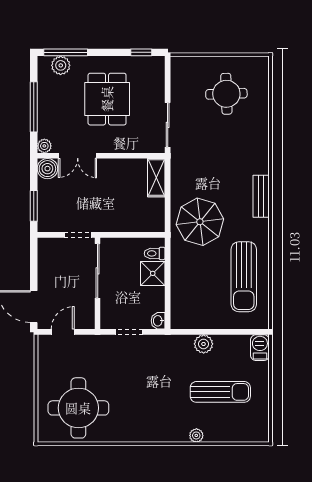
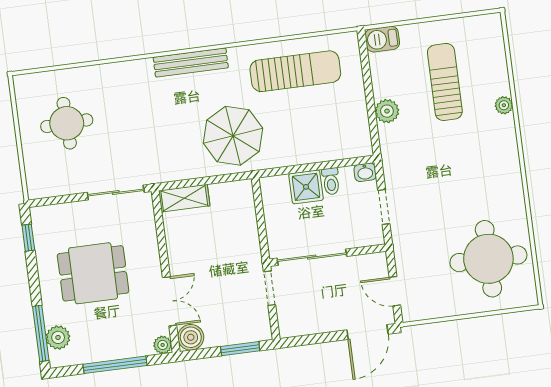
bench: (261, 196) -> (191, 62), width x1.36
toilet: (155, 253) -> (331, 181), moved

